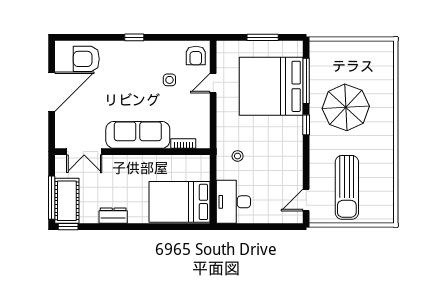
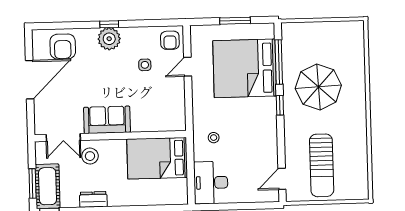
plant: (134, 52) -> (109, 39), added
armchair: (86, 59) -> (63, 47), turned -90
sofa: (138, 135) -> (107, 120), width x0.73
bookcase: (183, 143) -> (160, 127), removed
stool: (111, 171) -> (90, 156), added
window: (52, 198) -> (32, 183), width x0.69
bed: (179, 202) -> (157, 158), moved

